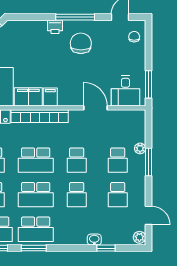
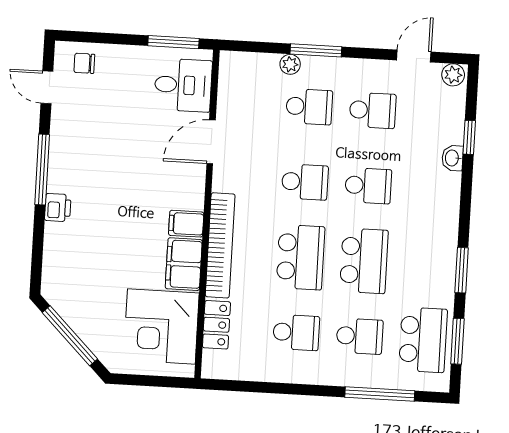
chair: (81, 43) -> (91, 162), removed
school desk: (36, 229) -> (427, 265), removed

